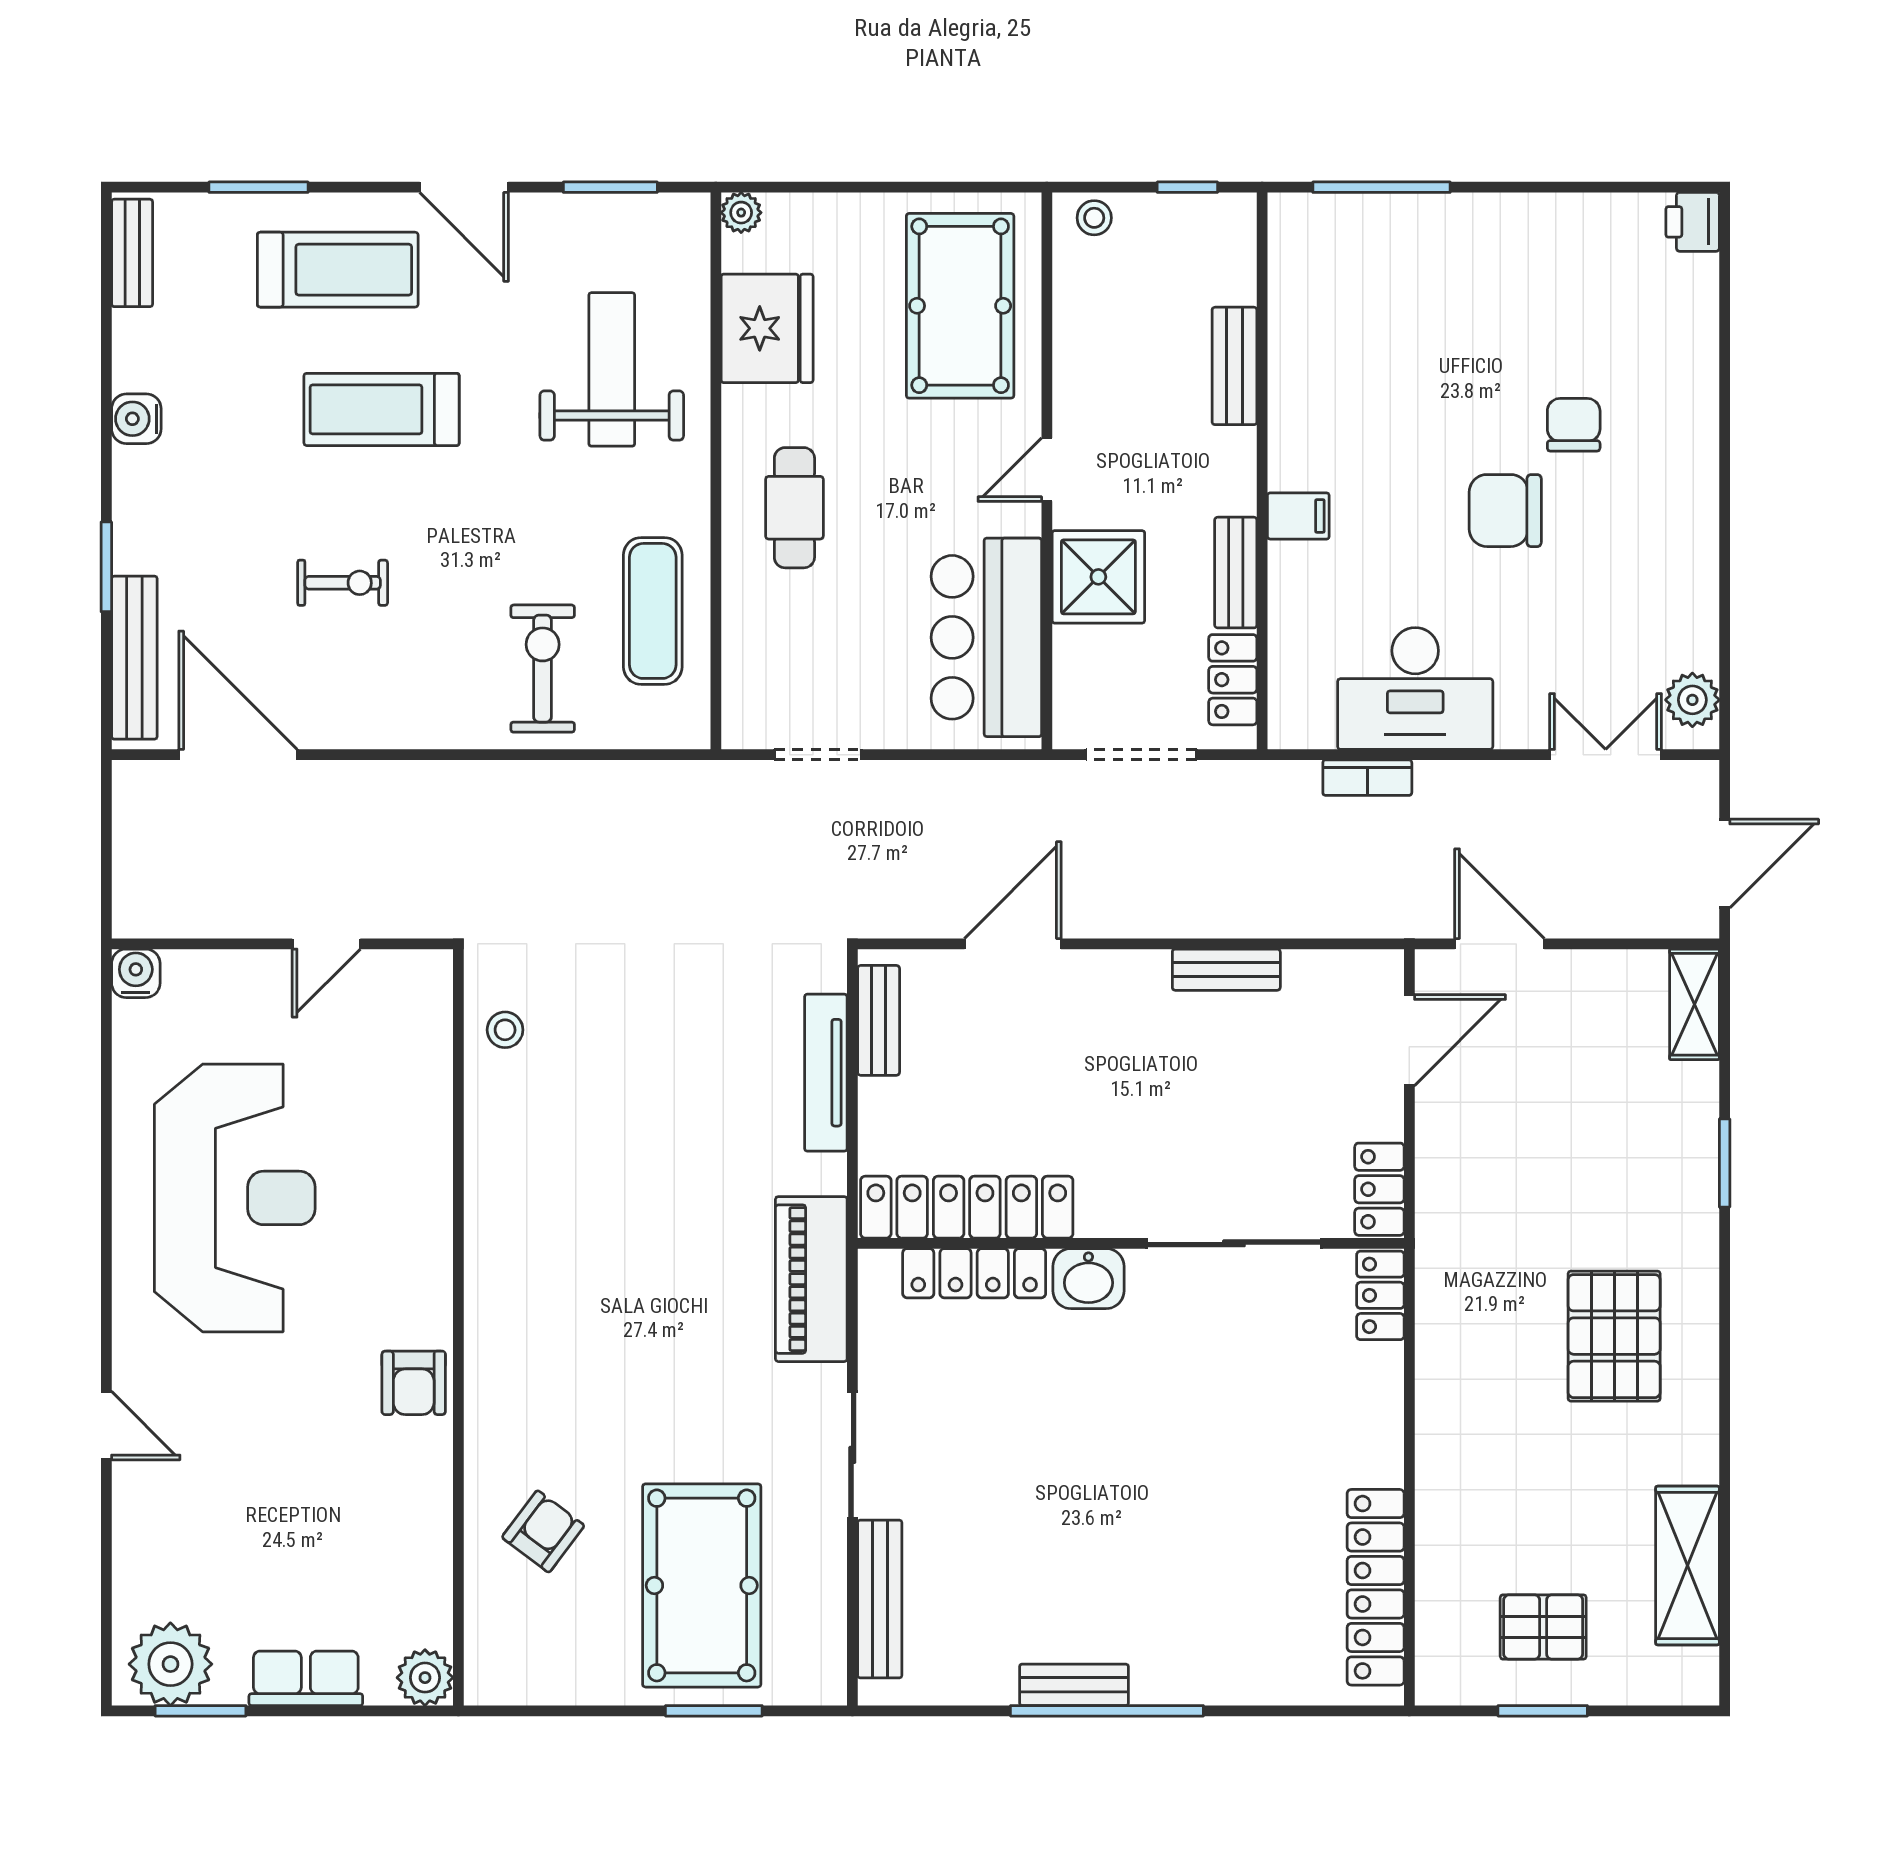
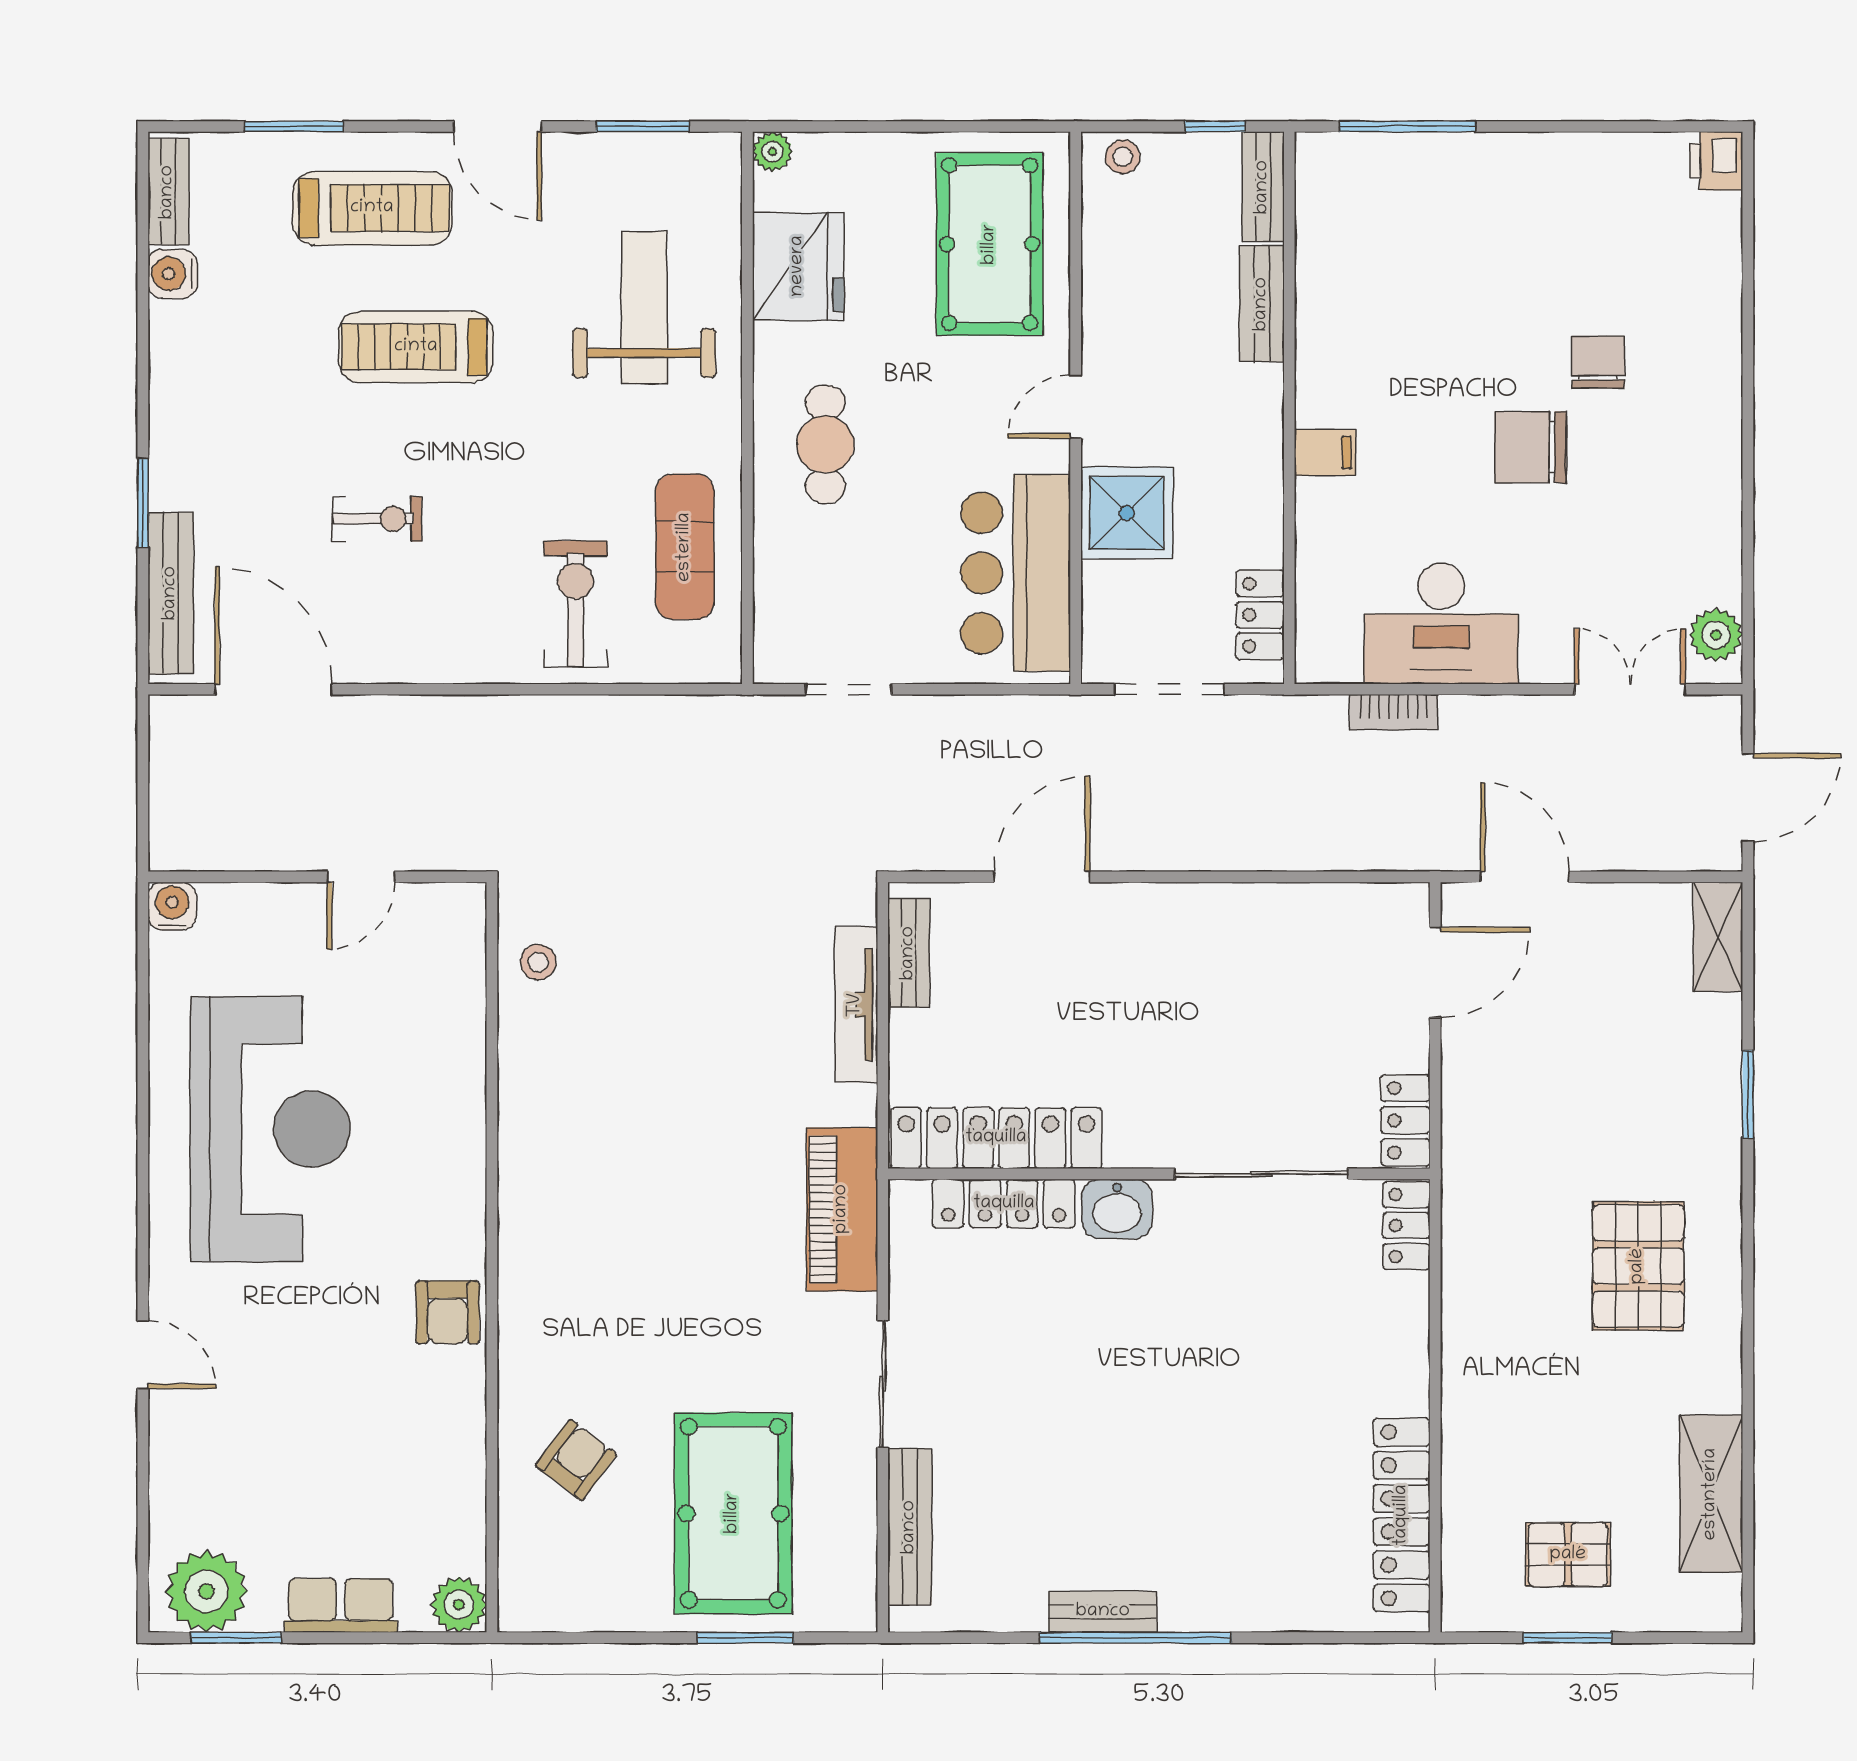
water cooler: (136, 419) -> (173, 274), moved
bench: (1236, 573) -> (1263, 187), moved
bench: (1226, 970) -> (1254, 903), removed

